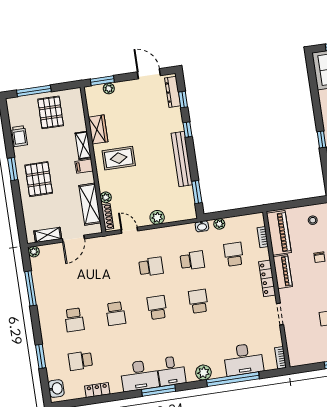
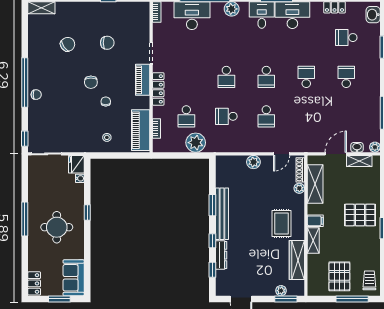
dresser: (173, 92) -> (221, 255), moved
wardrobe: (98, 129) -> (297, 260), width x1.50
trolley: (19, 136) -> (369, 280), moved
rug: (119, 158) -> (281, 223), turned 90
pallet: (39, 179) -> (360, 215), turned 90
window: (197, 192) -> (212, 205), moved
plant: (219, 224) -> (196, 143), width x1.87, depth x1.87
washbasin: (202, 226) -> (357, 147), moved
door: (129, 230) -> (282, 154), hinge flipped
school desk: (151, 267) -> (266, 116), turned -90
piano: (283, 272) -> (143, 80), moved
school desk: (80, 361) -> (346, 38), turned 180

